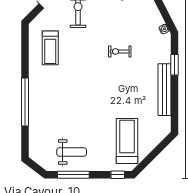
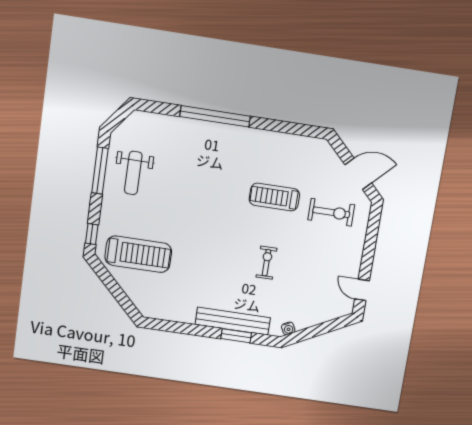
treadmill: (50, 48) -> (274, 197), moved
bench: (165, 90) -> (233, 321), moved

